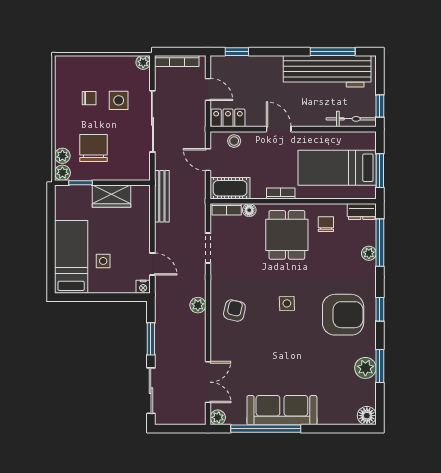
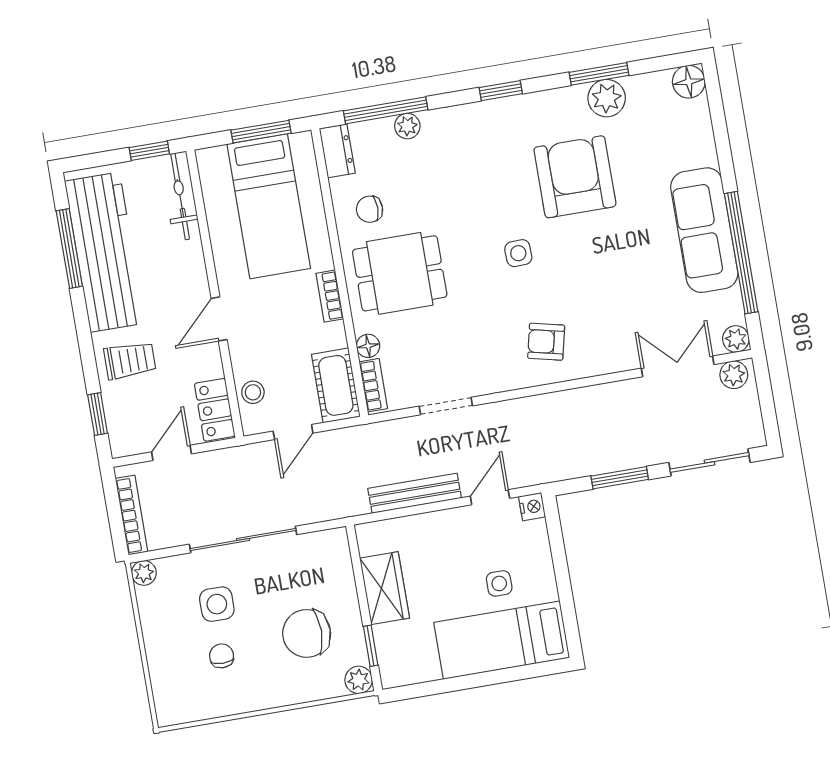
trolley: (264, 75) -> (130, 360), added
plant: (62, 156) -> (329, 685), removed
bench: (162, 196) -> (415, 493), moved
plant: (198, 305) -> (734, 375), moved
armchair: (343, 315) -> (575, 177), moved

